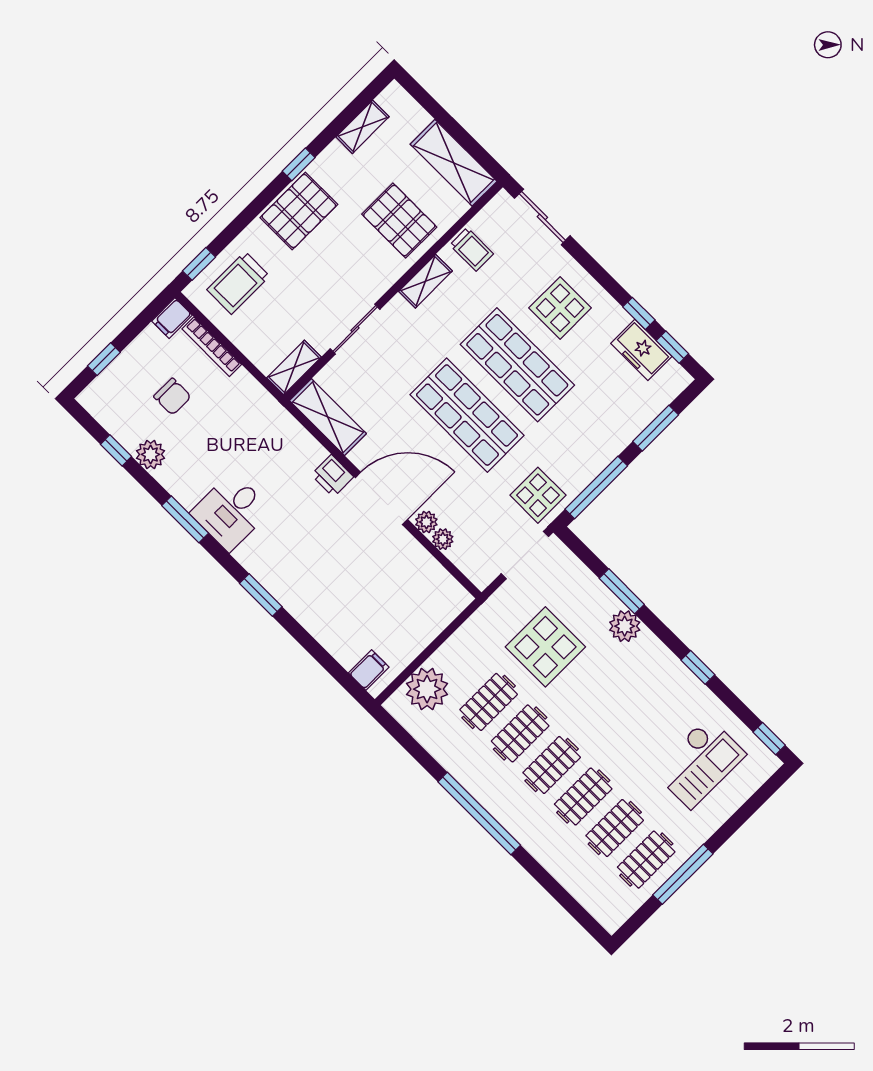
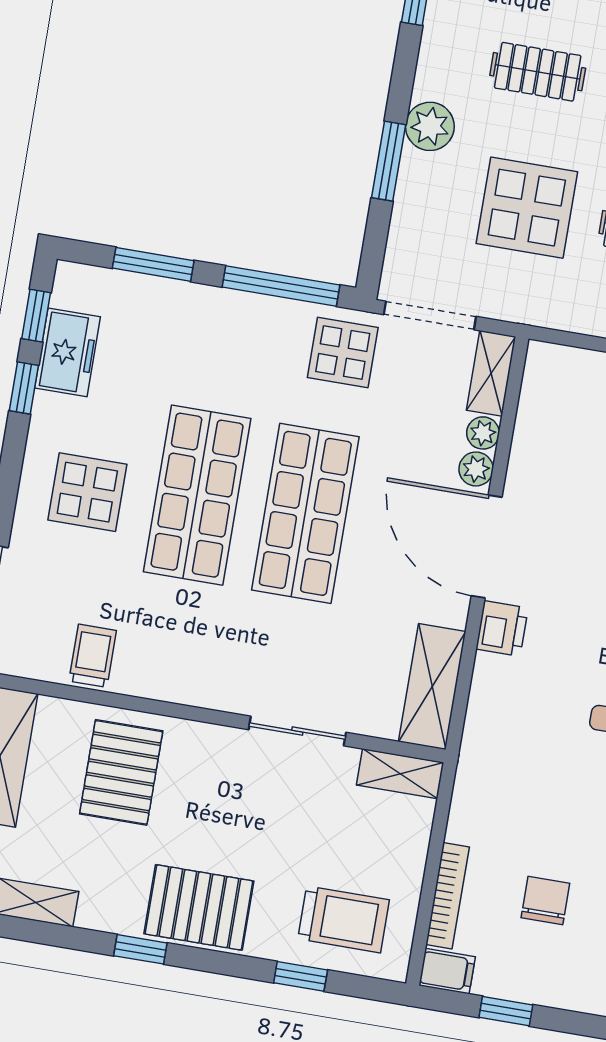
window: (199, 264) -> (301, 976), moved
shelving: (425, 281) -> (491, 373), moved, turned 90
window: (104, 359) -> (506, 1011), moved
clothes rail: (613, 704) -> (538, 72), added

